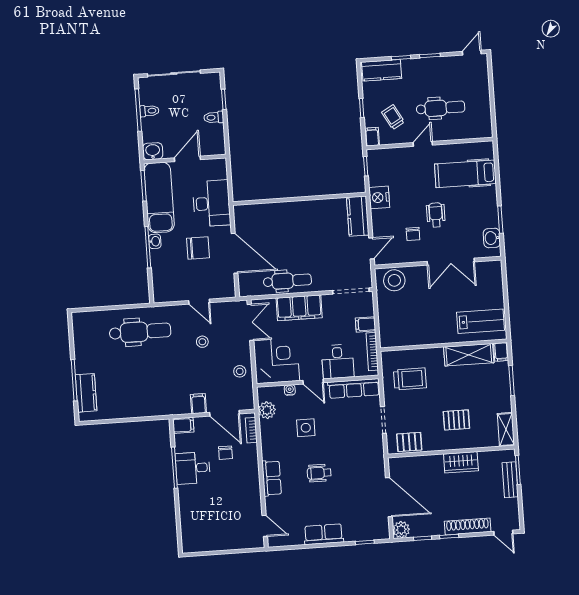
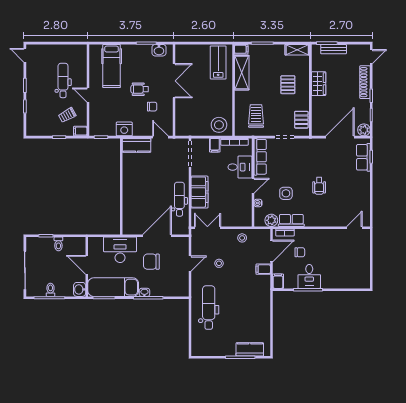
kitchen counter: (382, 70) -> (33, 121), removed
chair: (198, 248) -> (151, 262), turned -90
stool: (394, 280) -> (219, 125), moved
corner desk: (276, 361) -> (236, 211), removed
row of seats: (272, 478) -> (291, 220), moved
row of seats: (324, 534) -> (363, 157), moved

